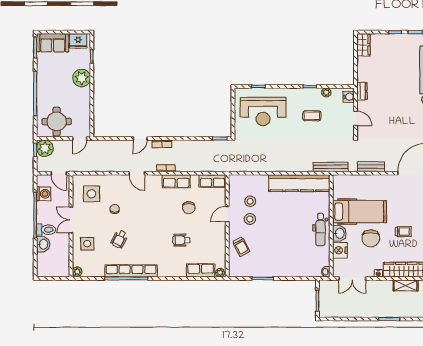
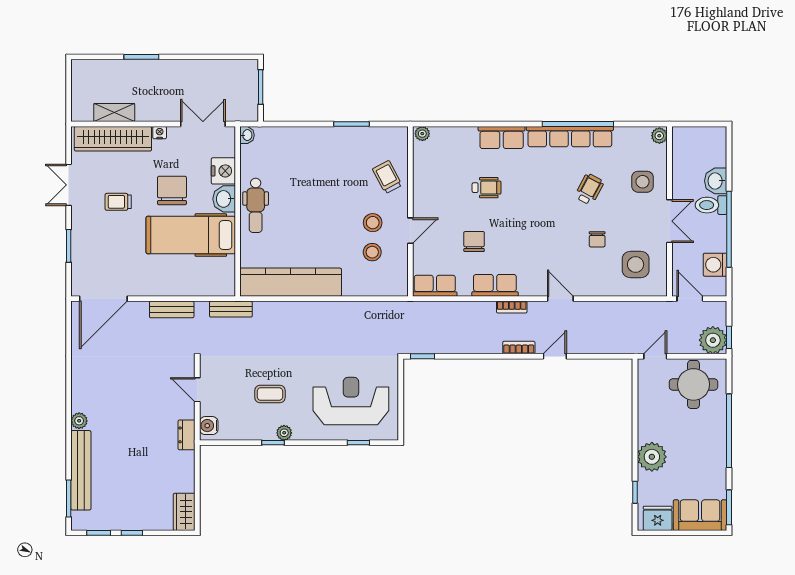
plant: (326, 92) -> (284, 433), moved
bench: (331, 167) -> (231, 309), width x0.73
dental chair: (320, 229) -> (256, 205), turned 180
row of seats: (201, 270) -> (502, 137), moved

